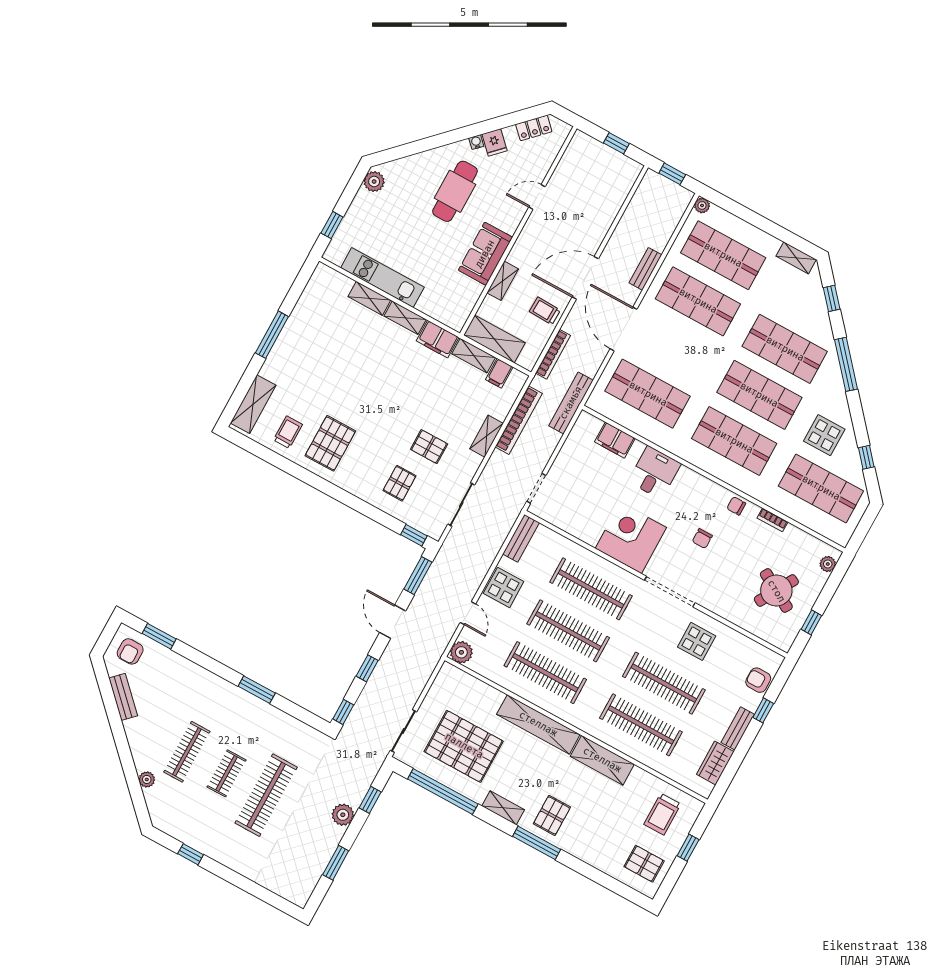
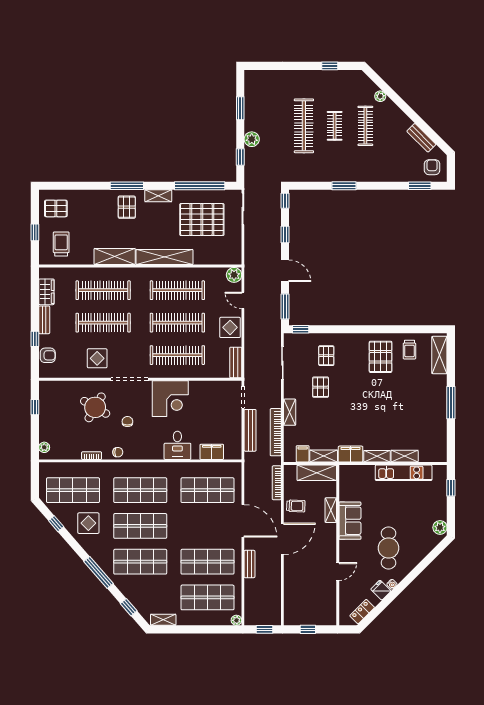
bench: (571, 403) -> (250, 430), moved
pallet: (429, 447) -> (321, 387), turned 90
round table: (776, 591) -> (95, 407), moved

